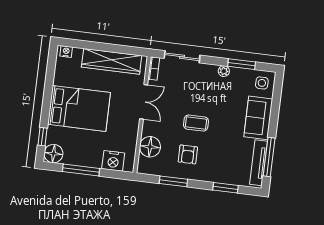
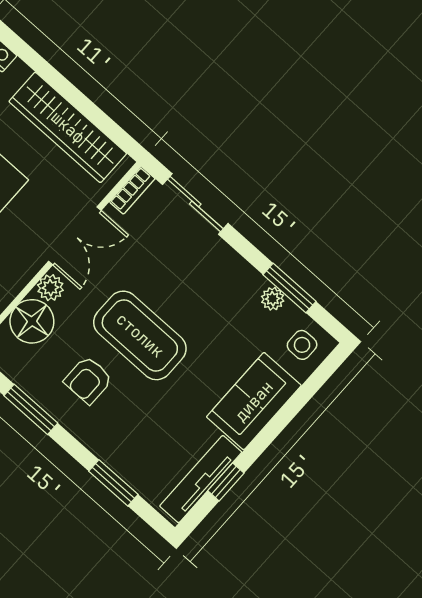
plant: (224, 71) -> (273, 299), moved
coffee table: (196, 123) -> (140, 335), width x1.86, depth x1.72
plant: (148, 129) -> (50, 288), added
window: (269, 157) -> (226, 482), width x0.46

